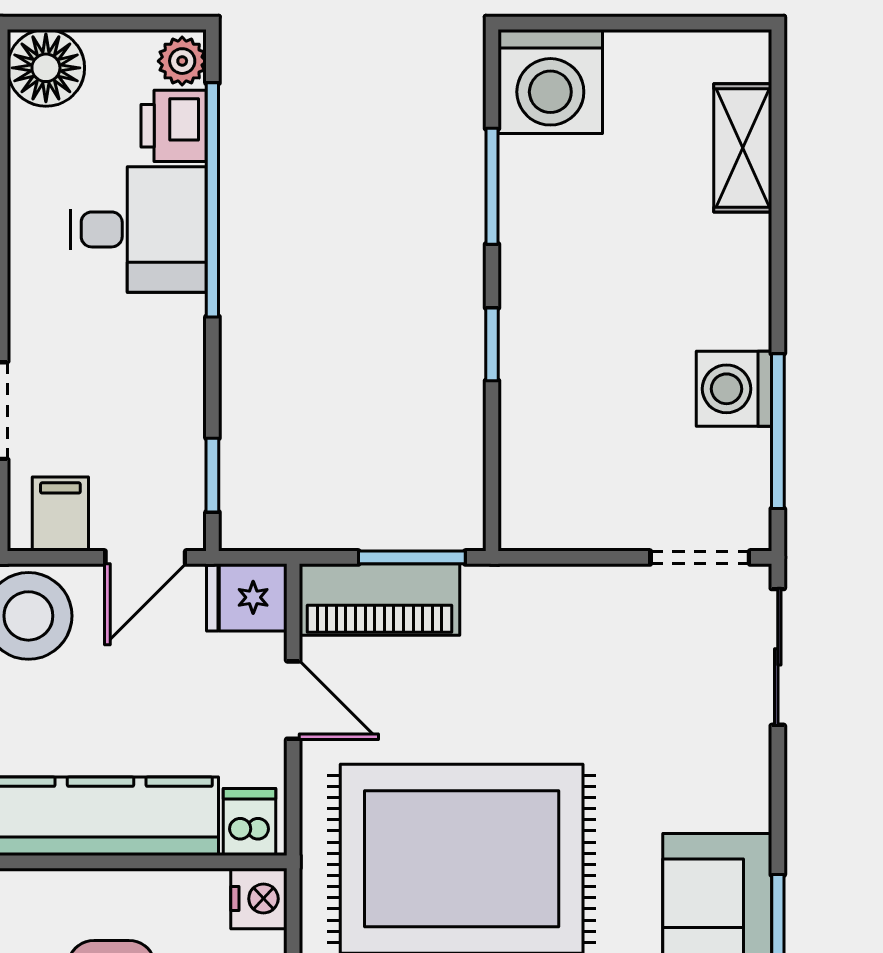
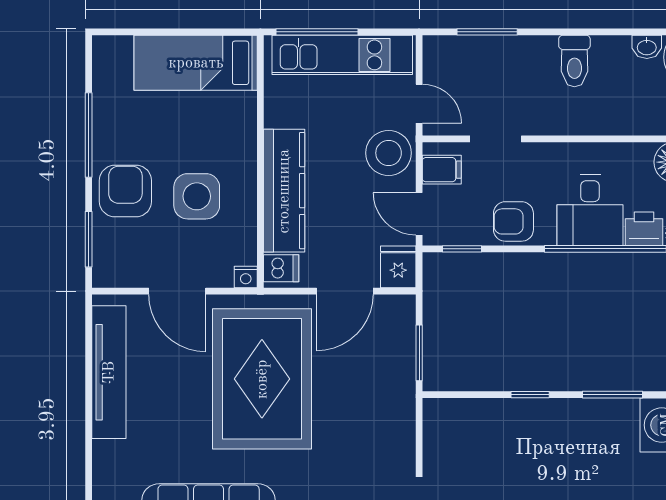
armchair: (160, 376) -> (513, 221), added
piano: (380, 599) -> (397, 336), removed
door: (293, 700) -> (345, 291), width x1.38
nightstand: (259, 899) -> (246, 277), width x0.72, depth x0.74

